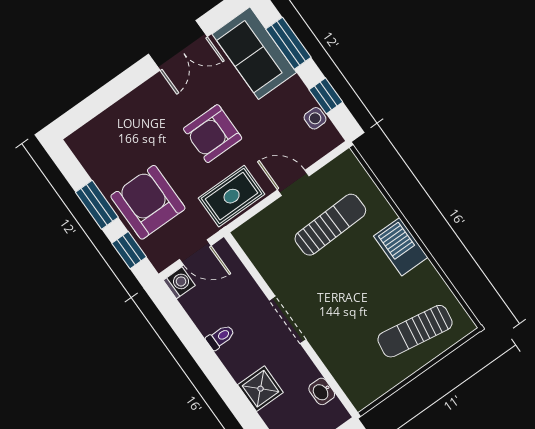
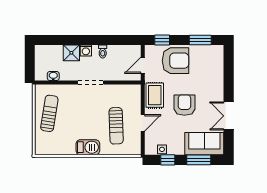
window: (97, 205) -> (200, 40), moved
washing machine: (179, 283) -> (86, 50), moved
sun lounger: (415, 331) -> (49, 113), moved

